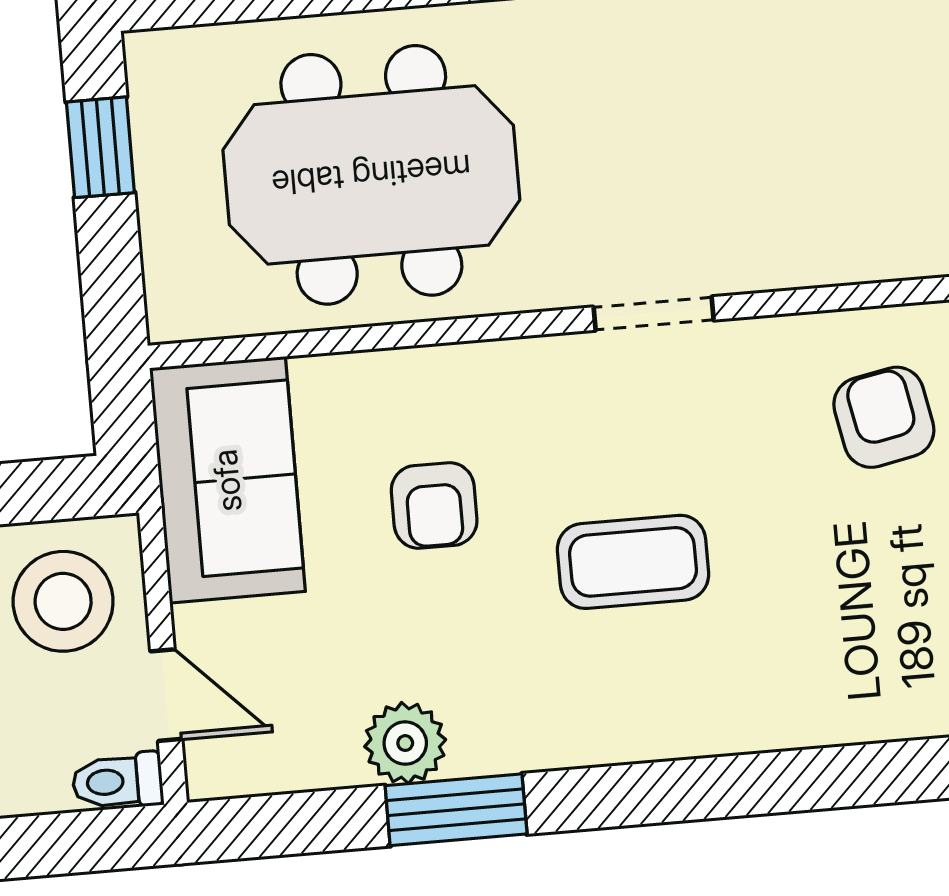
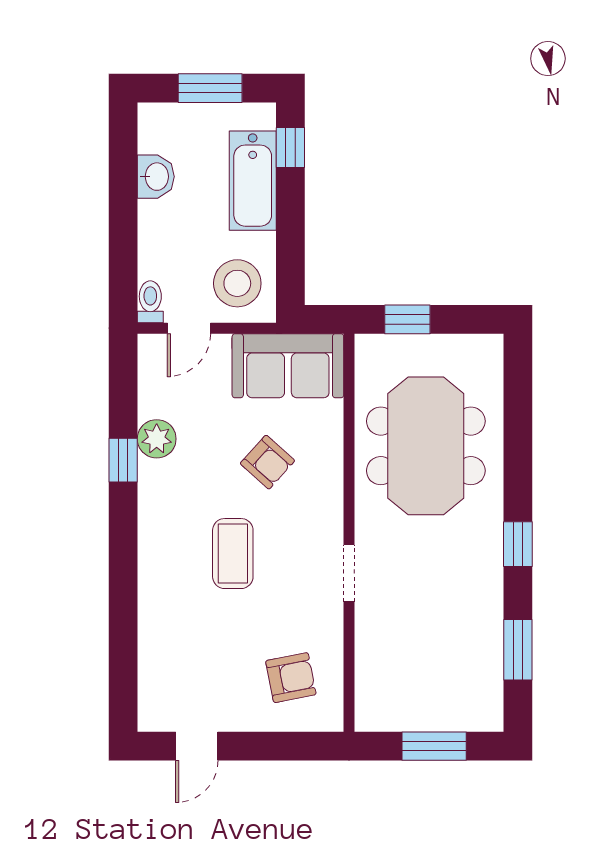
window: (100, 147) -> (407, 319), moved
armchair: (434, 506) -> (267, 462), turned -138
window: (456, 810) -> (123, 460), width x0.67

